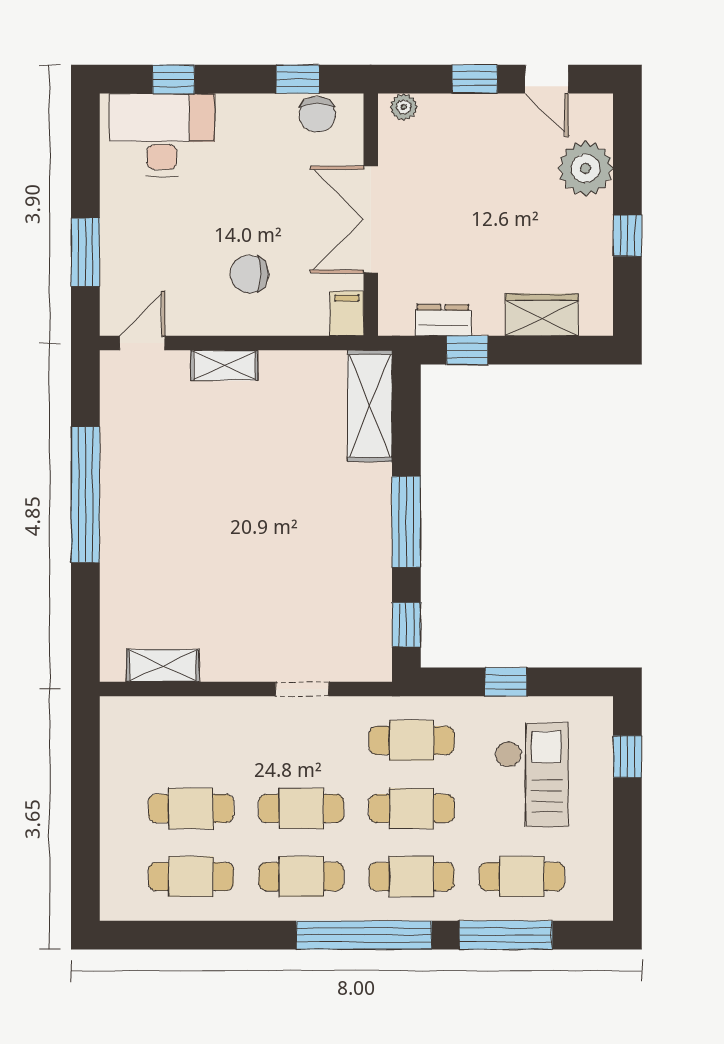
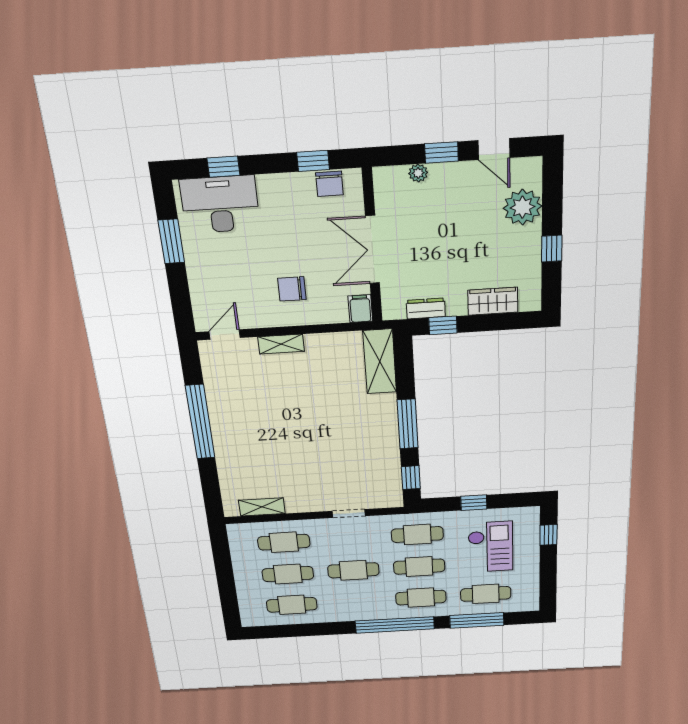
plant: (404, 107) -> (418, 173), moved
window: (85, 252) -> (171, 241), moved
cafe table: (301, 877) -> (284, 542), moved

